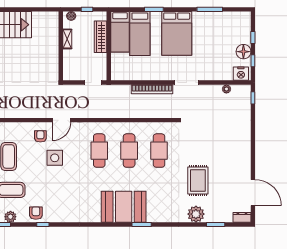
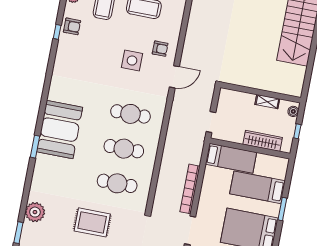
bed: (120, 32) -> (231, 158), moved, turned 180
door: (61, 120) -> (174, 77), swing flipped
rug: (198, 180) -> (92, 222), moved

